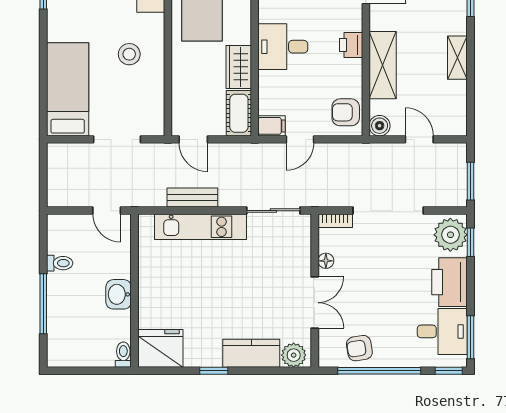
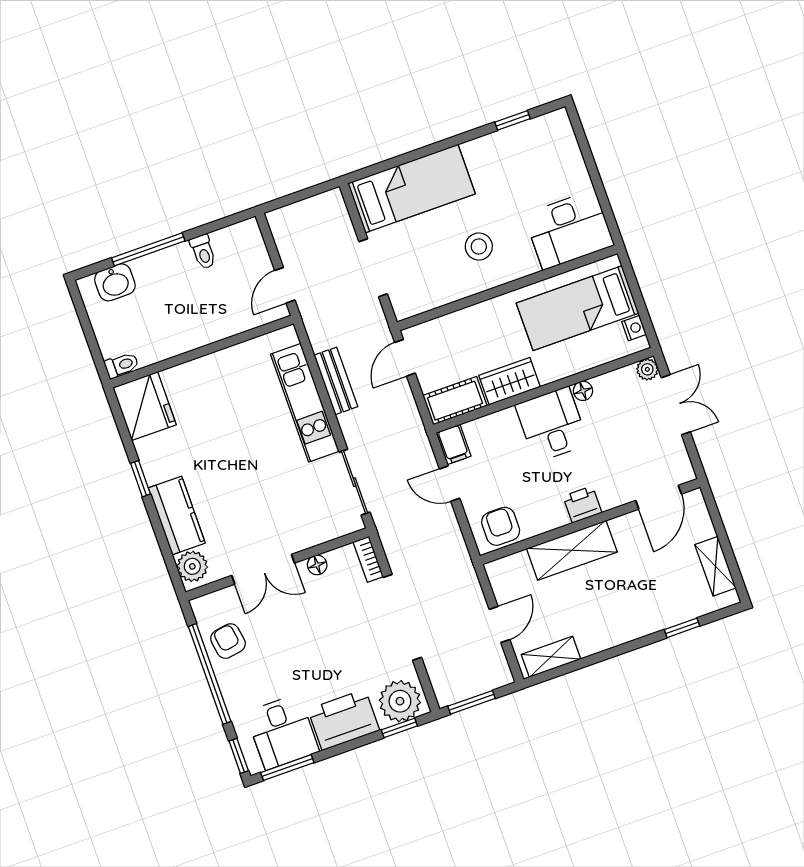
floor lamp: (266, 14) -> (583, 391), added
shelving: (457, 58) -> (551, 657), moved
boiler: (380, 126) -> (499, 572), removed
washbasin: (119, 294) -> (115, 282), moved, turned 180

